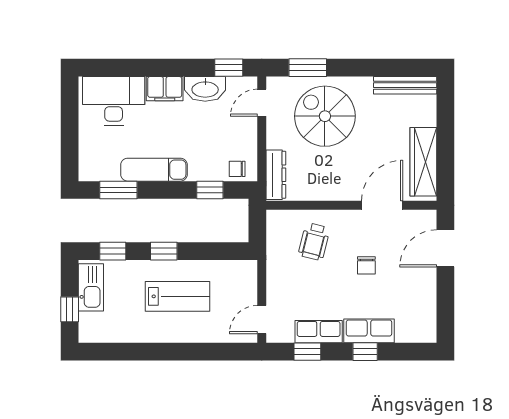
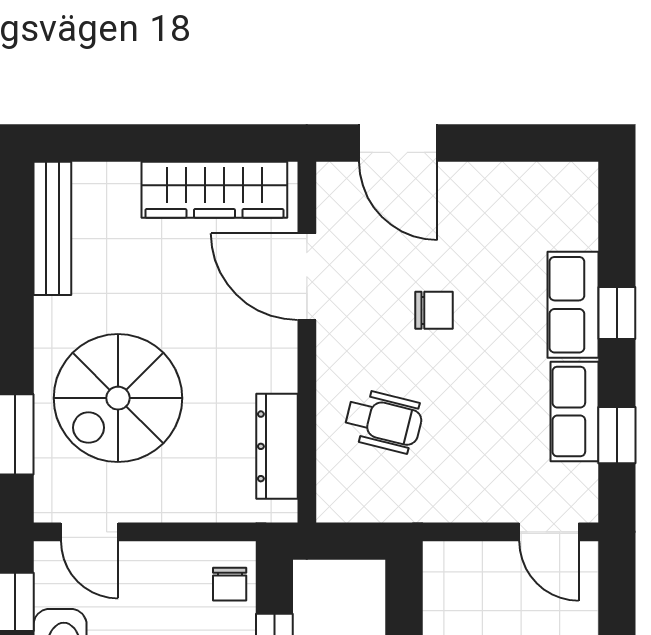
dresser: (276, 175) -> (277, 446), moved, turned -90

